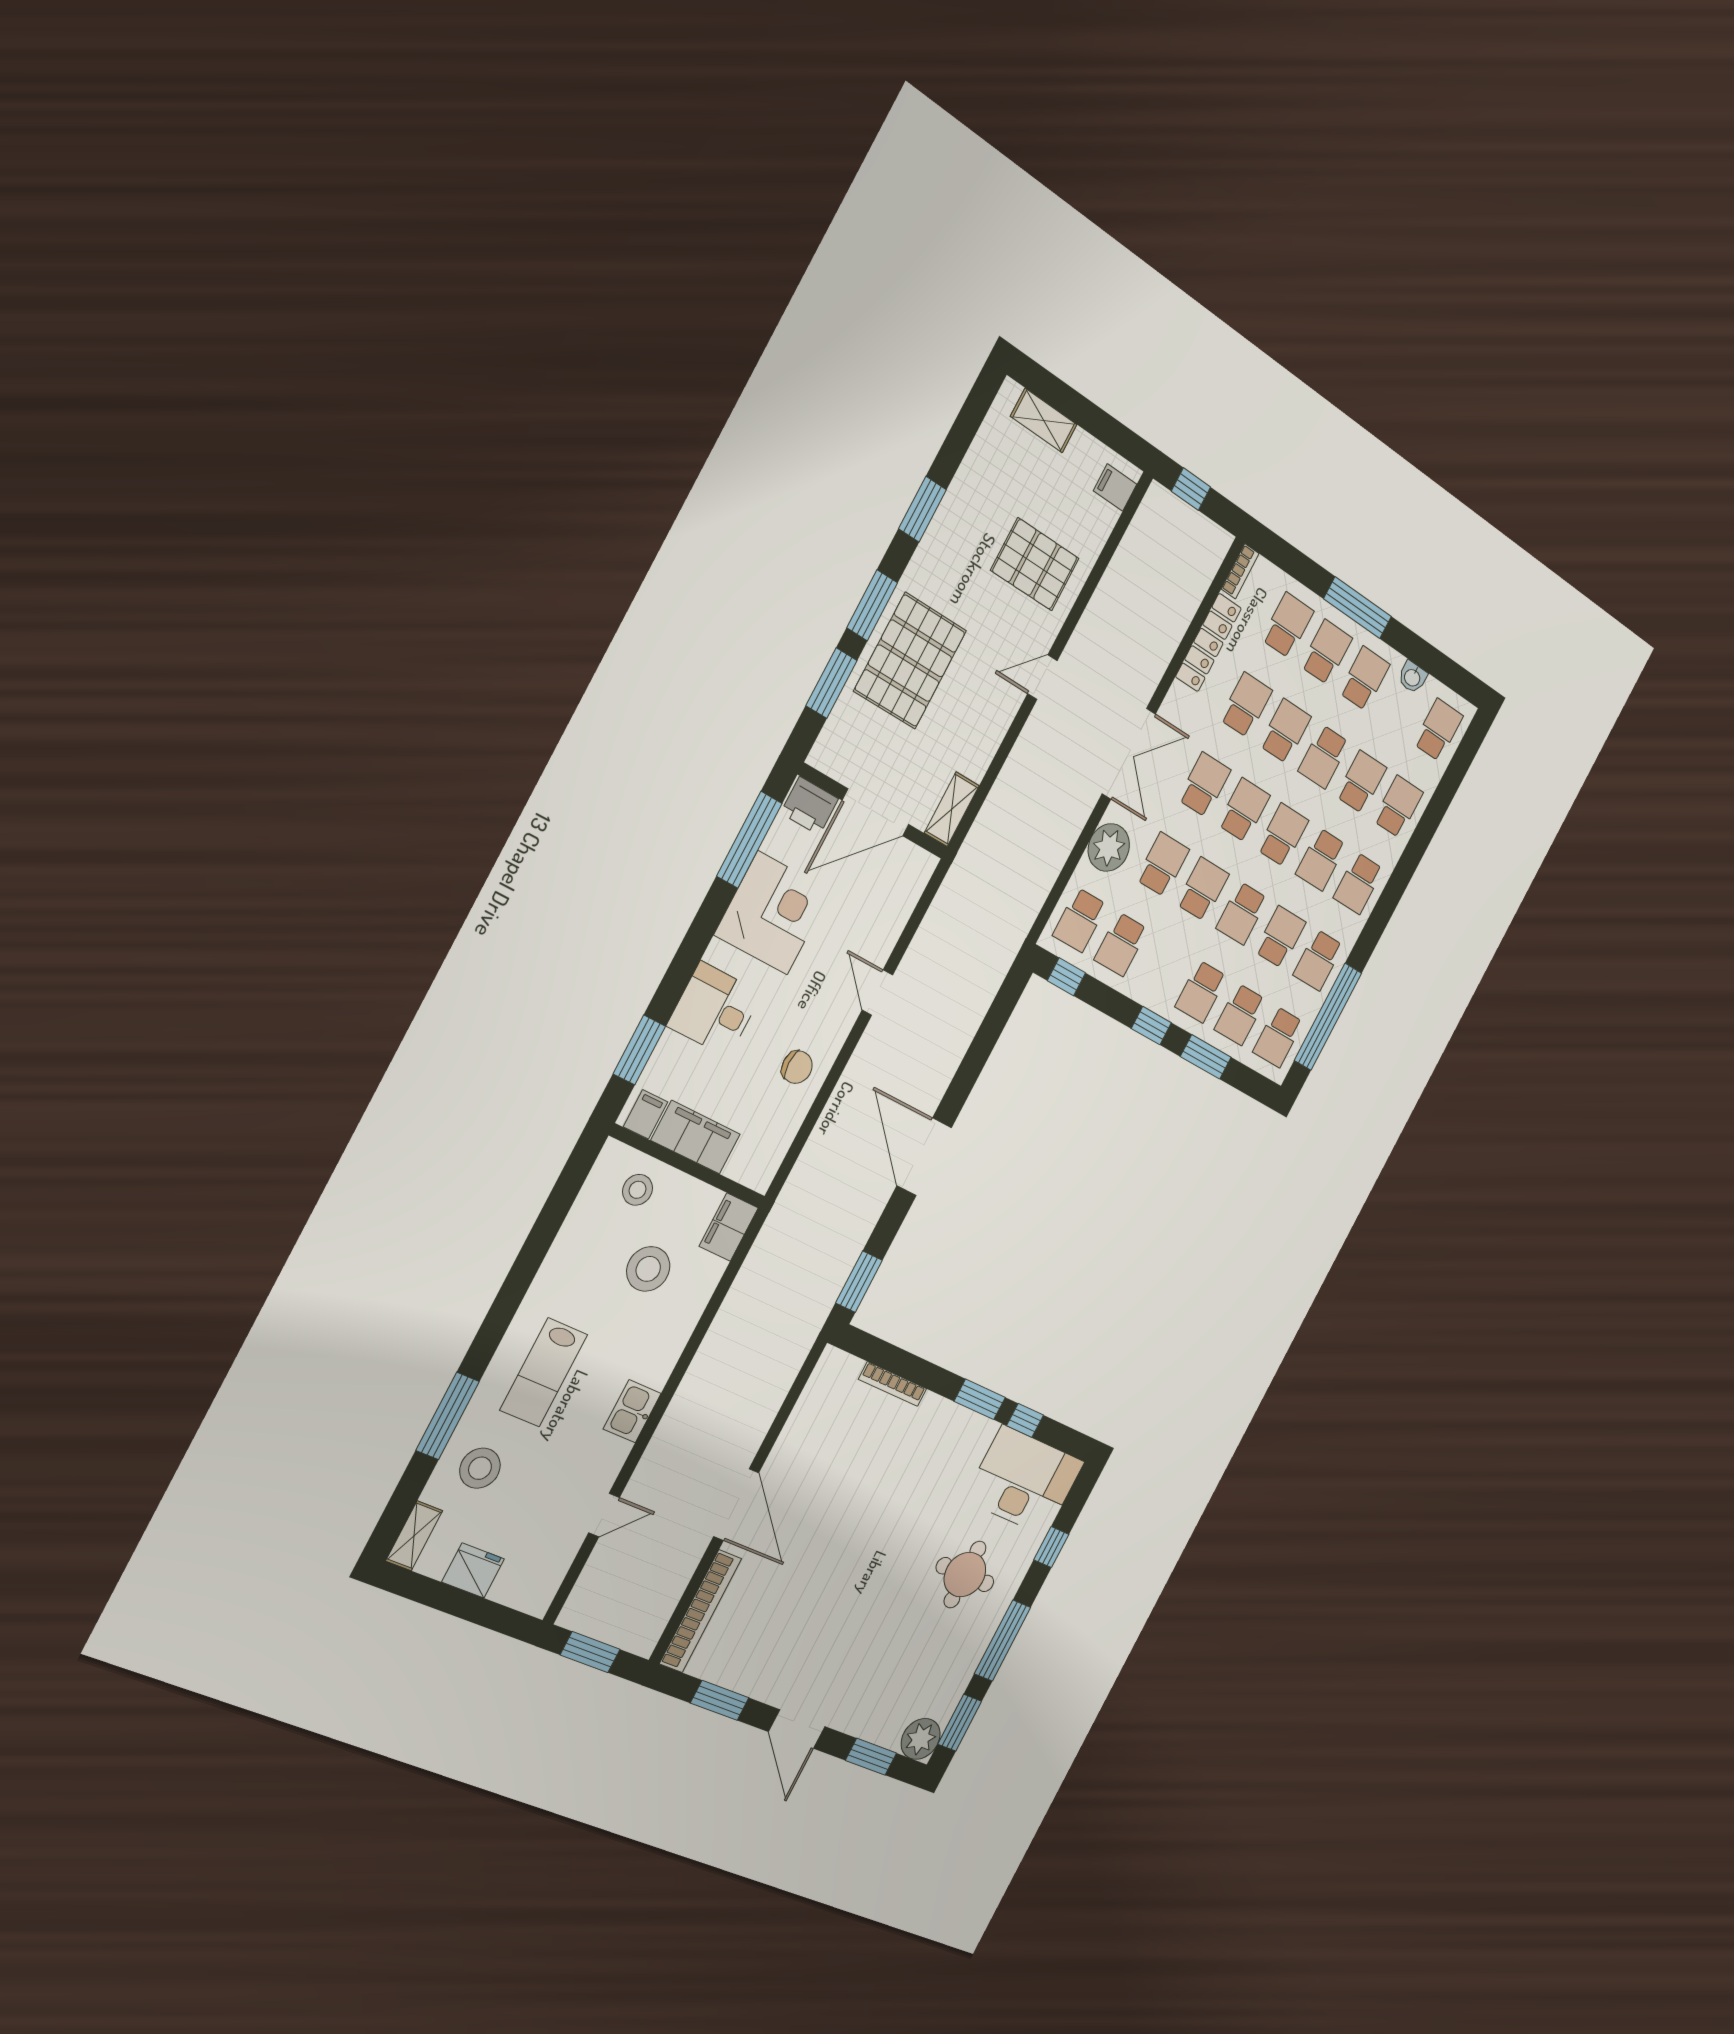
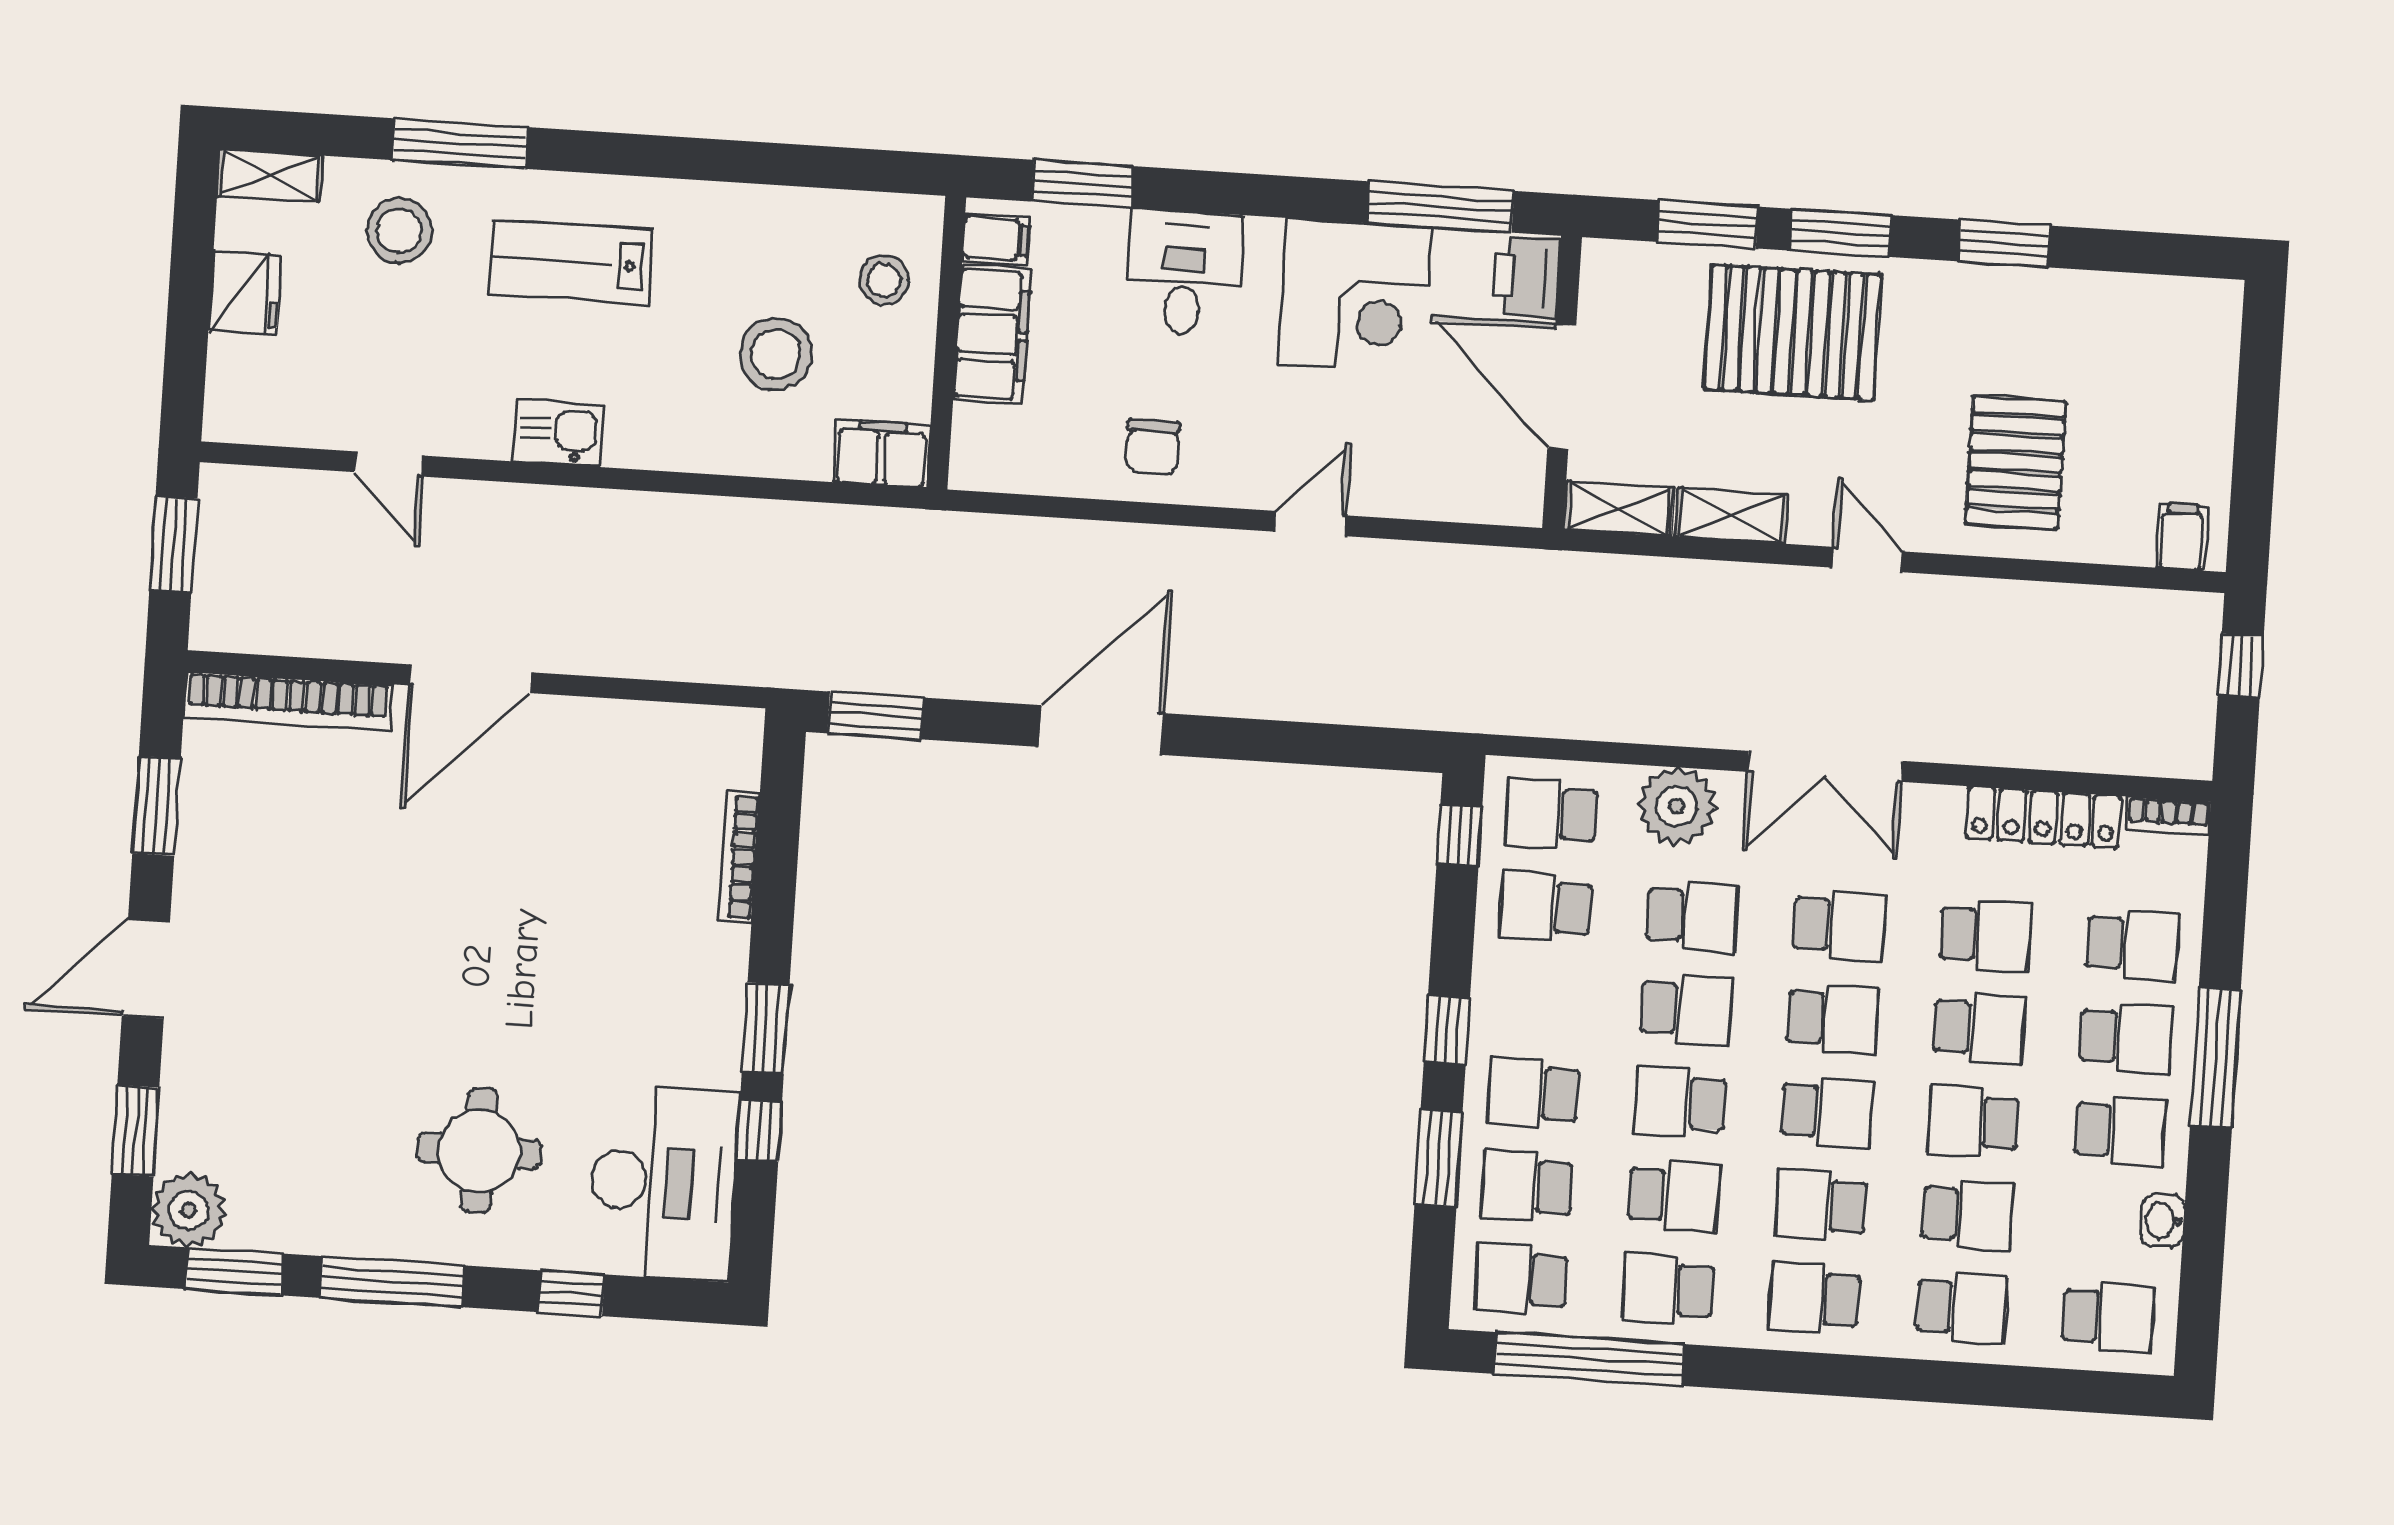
shelving: (1044, 421) -> (1731, 516), moved, turned 90

